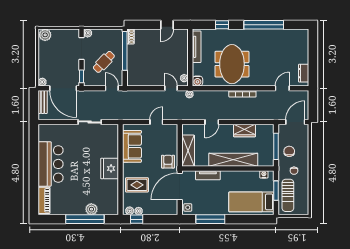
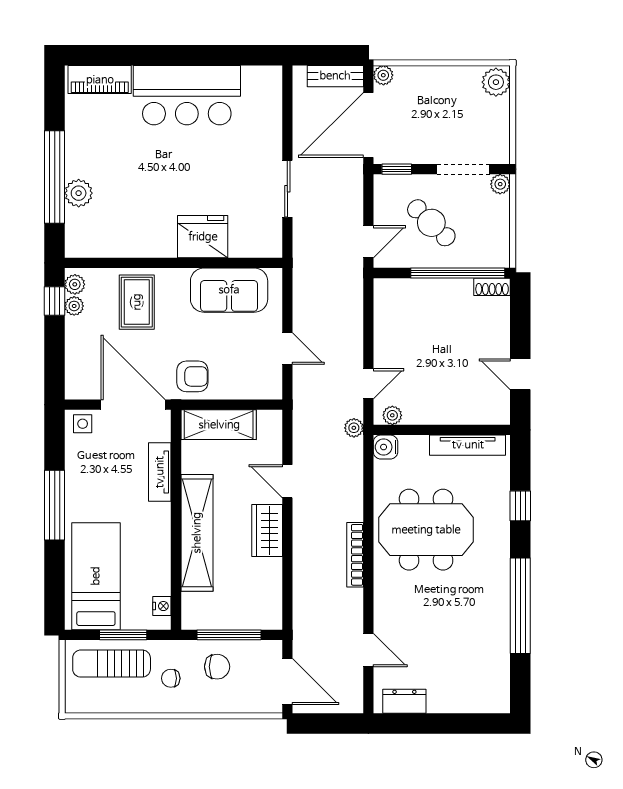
wardrobe: (244, 130) -> (267, 531), moved
fridge: (110, 168) -> (203, 237), moved
window: (210, 219) -> (55, 505), moved

